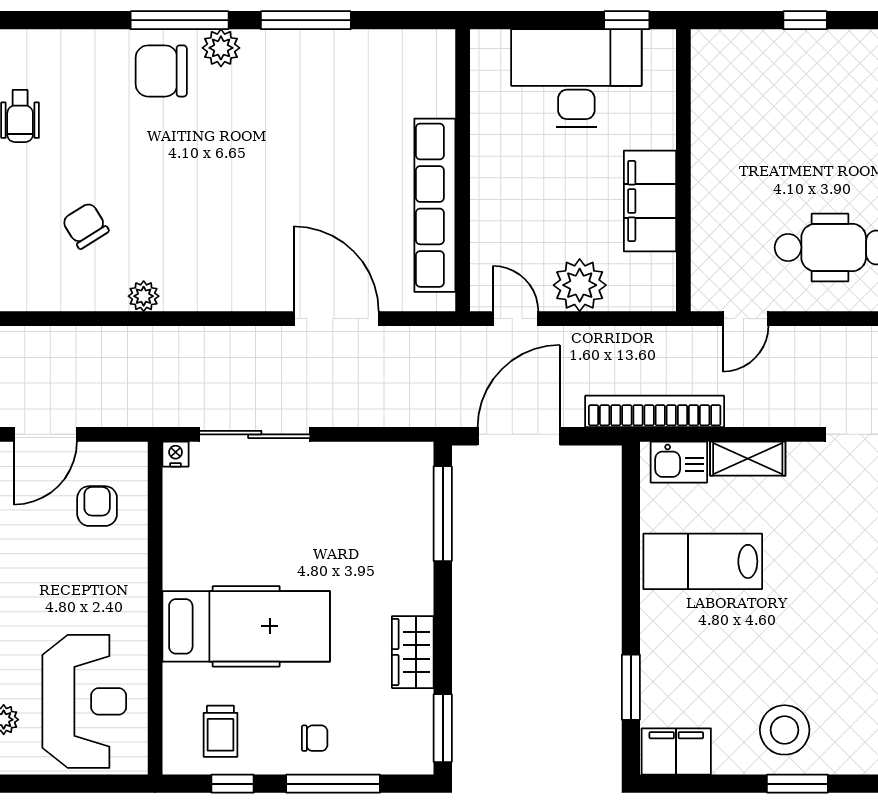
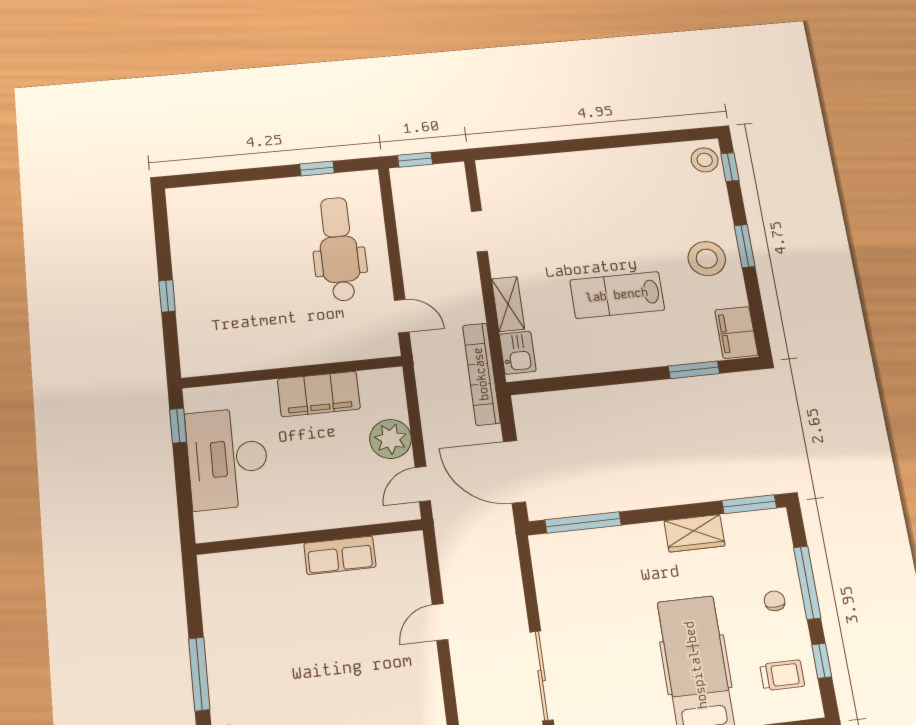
row of seats: (435, 205) -> (340, 555), width x0.50
door: (336, 319) -> (440, 622), width x0.53
lab bench: (703, 561) -> (617, 295), moved, turned 90

